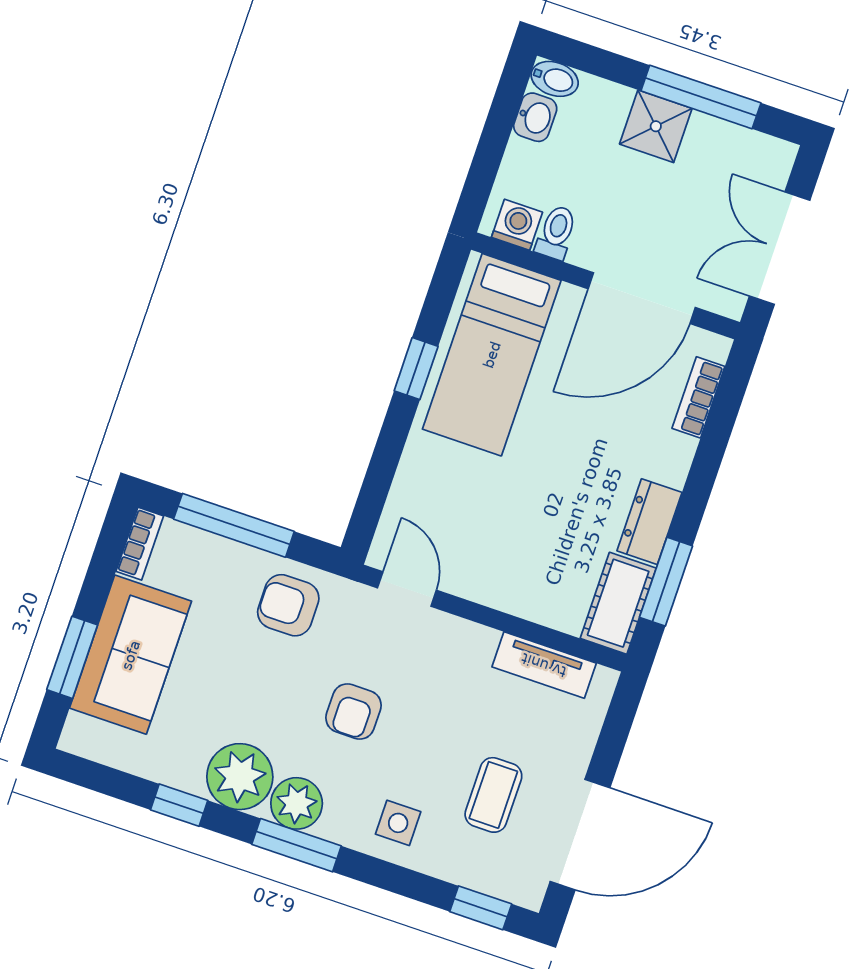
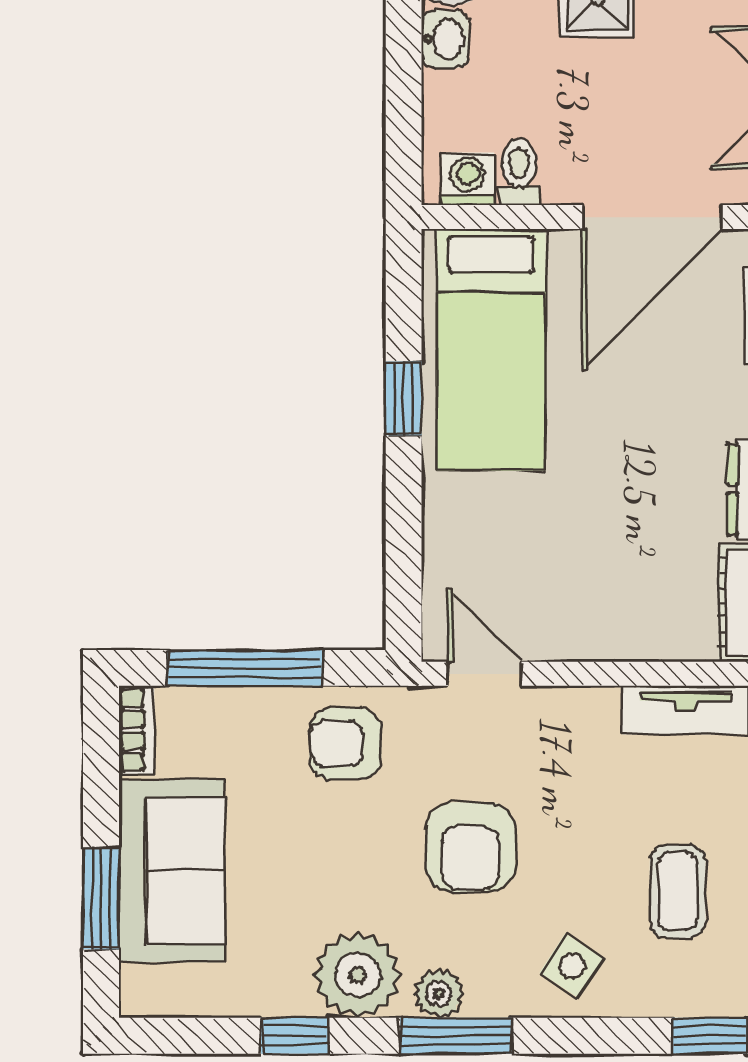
armchair: (354, 711) -> (470, 847), width x1.38, depth x1.38
plant: (297, 803) -> (439, 994), width x0.73, depth x0.73
side table: (398, 823) -> (572, 966), turned 33

